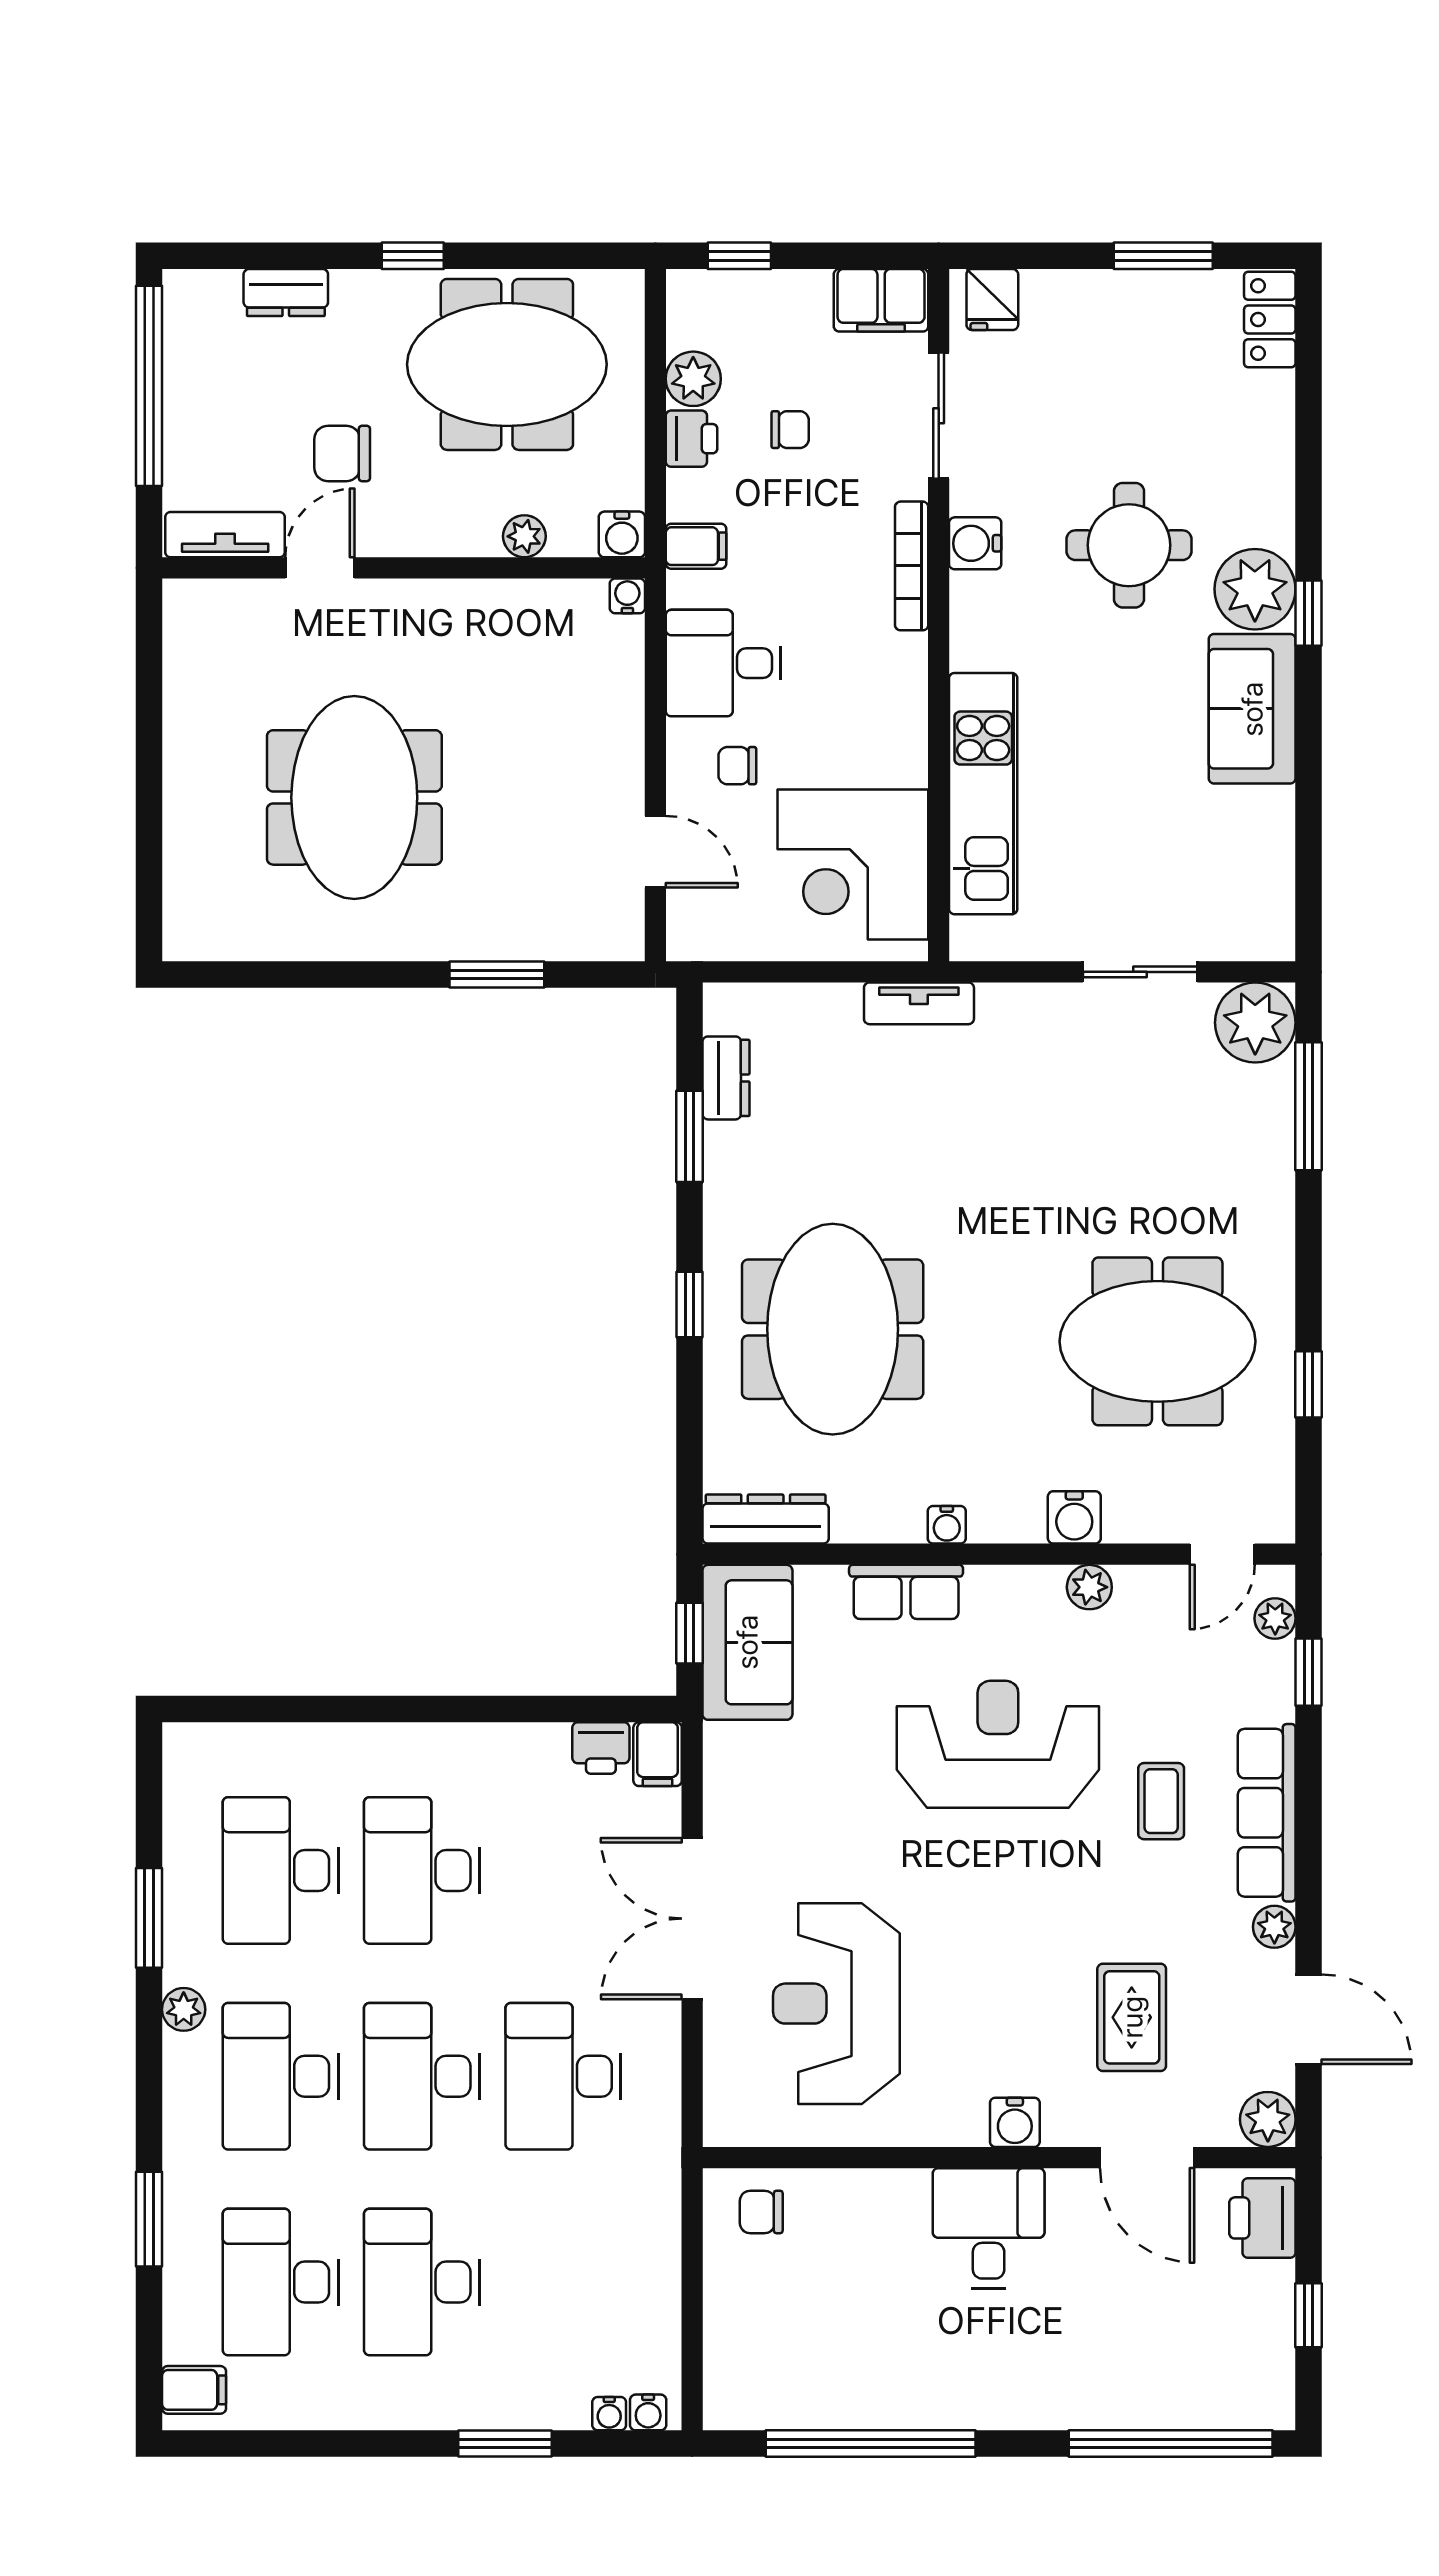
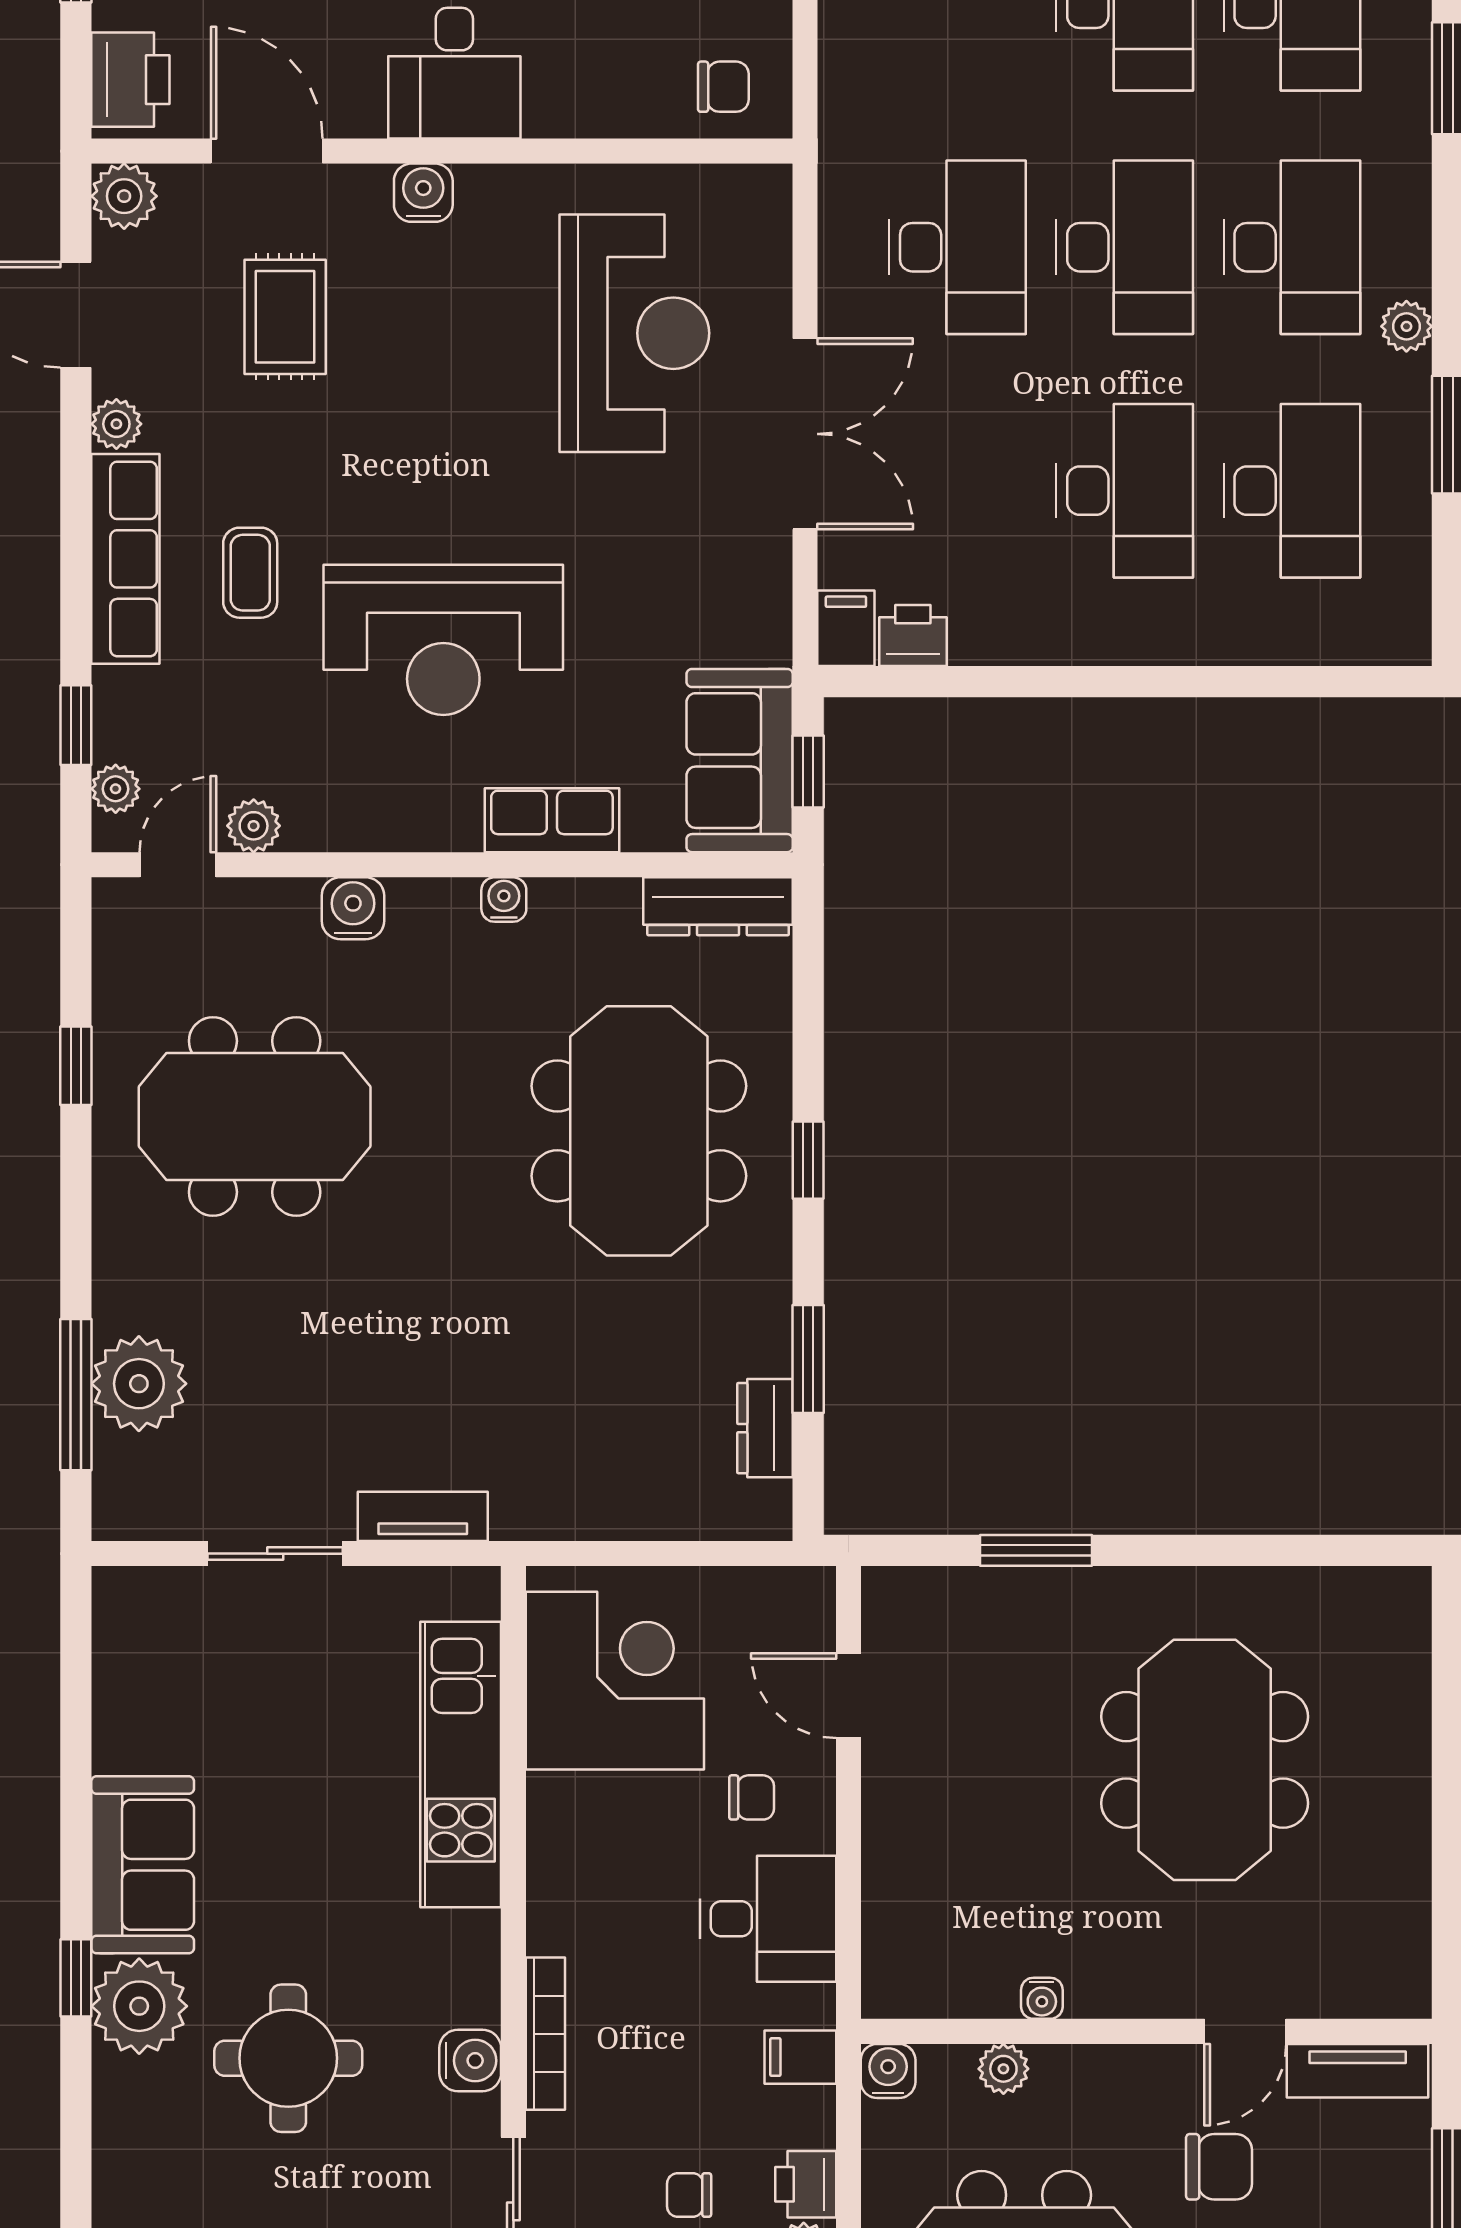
water cooler: (627, 596) -> (1042, 1998), moved
tv unit: (919, 1003) -> (423, 1516), moved
plant: (1255, 1023) -> (139, 1384), moved
plant: (1089, 1587) -> (254, 826), moved

